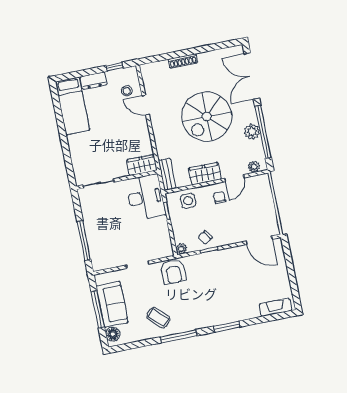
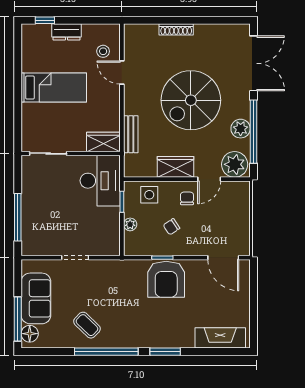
window: (115, 67) -> (45, 20), moved
double door: (252, 76) -> (253, 63), swing flipped
bed: (72, 106) -> (54, 88), moved, turned -90
plant: (254, 167) -> (235, 164), width x1.87, depth x1.87
bench: (167, 174) -> (131, 134), moved
chair: (205, 238) -> (171, 227), moved
plant: (181, 249) -> (130, 224), moved
armchair: (173, 272) -> (166, 279), moved, width x1.36, depth x1.36
fireplace: (276, 307) -> (220, 338), width x1.37, depth x1.32
window: (98, 309) -> (18, 319), moved
window: (179, 336) -> (106, 352), width x1.46

